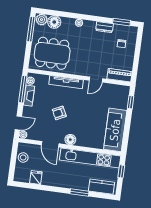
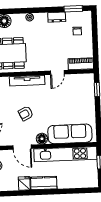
sofa: (115, 130) -> (70, 134), moved, turned 90
fridge: (36, 178) -> (24, 183), moved
kitchen counter: (101, 187) -> (44, 183), moved
window: (79, 193) -> (61, 191), removed

